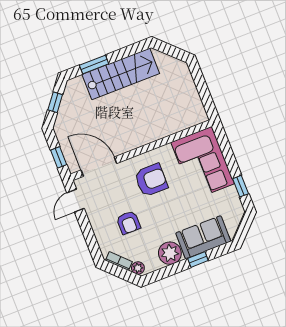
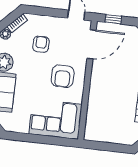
window: (241, 186) -> (25, 137), removed
armchair: (128, 223) -> (41, 44), turned 90

